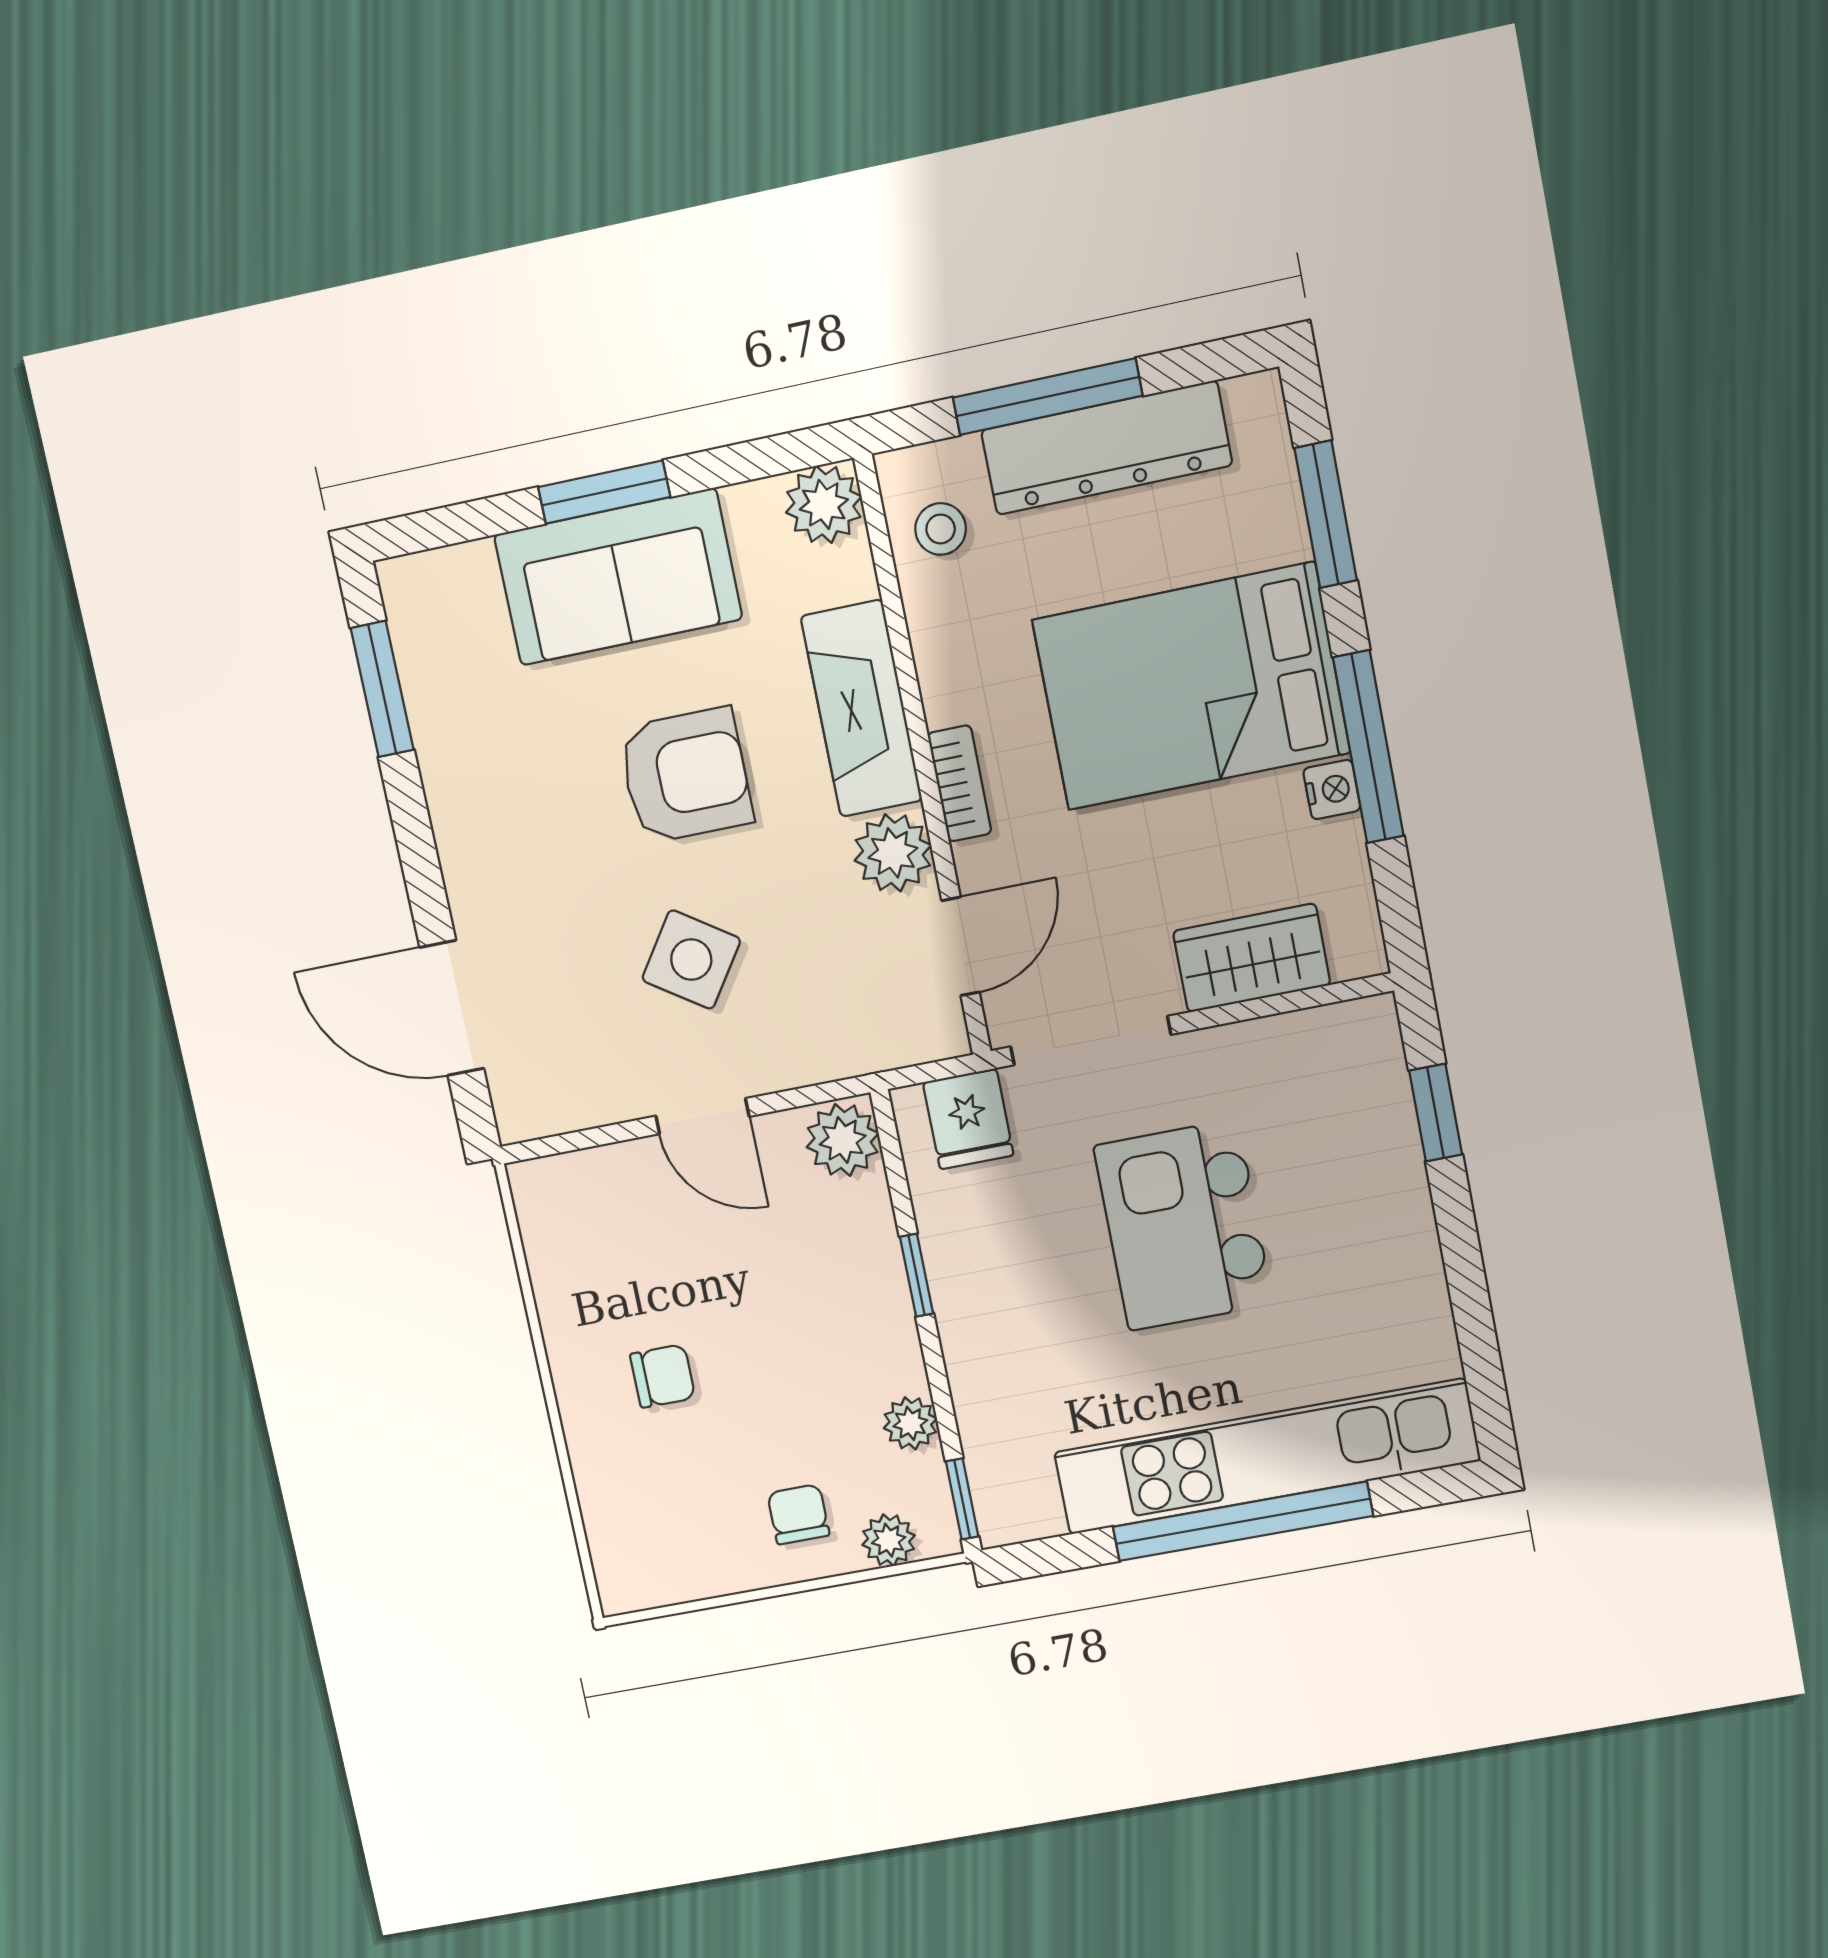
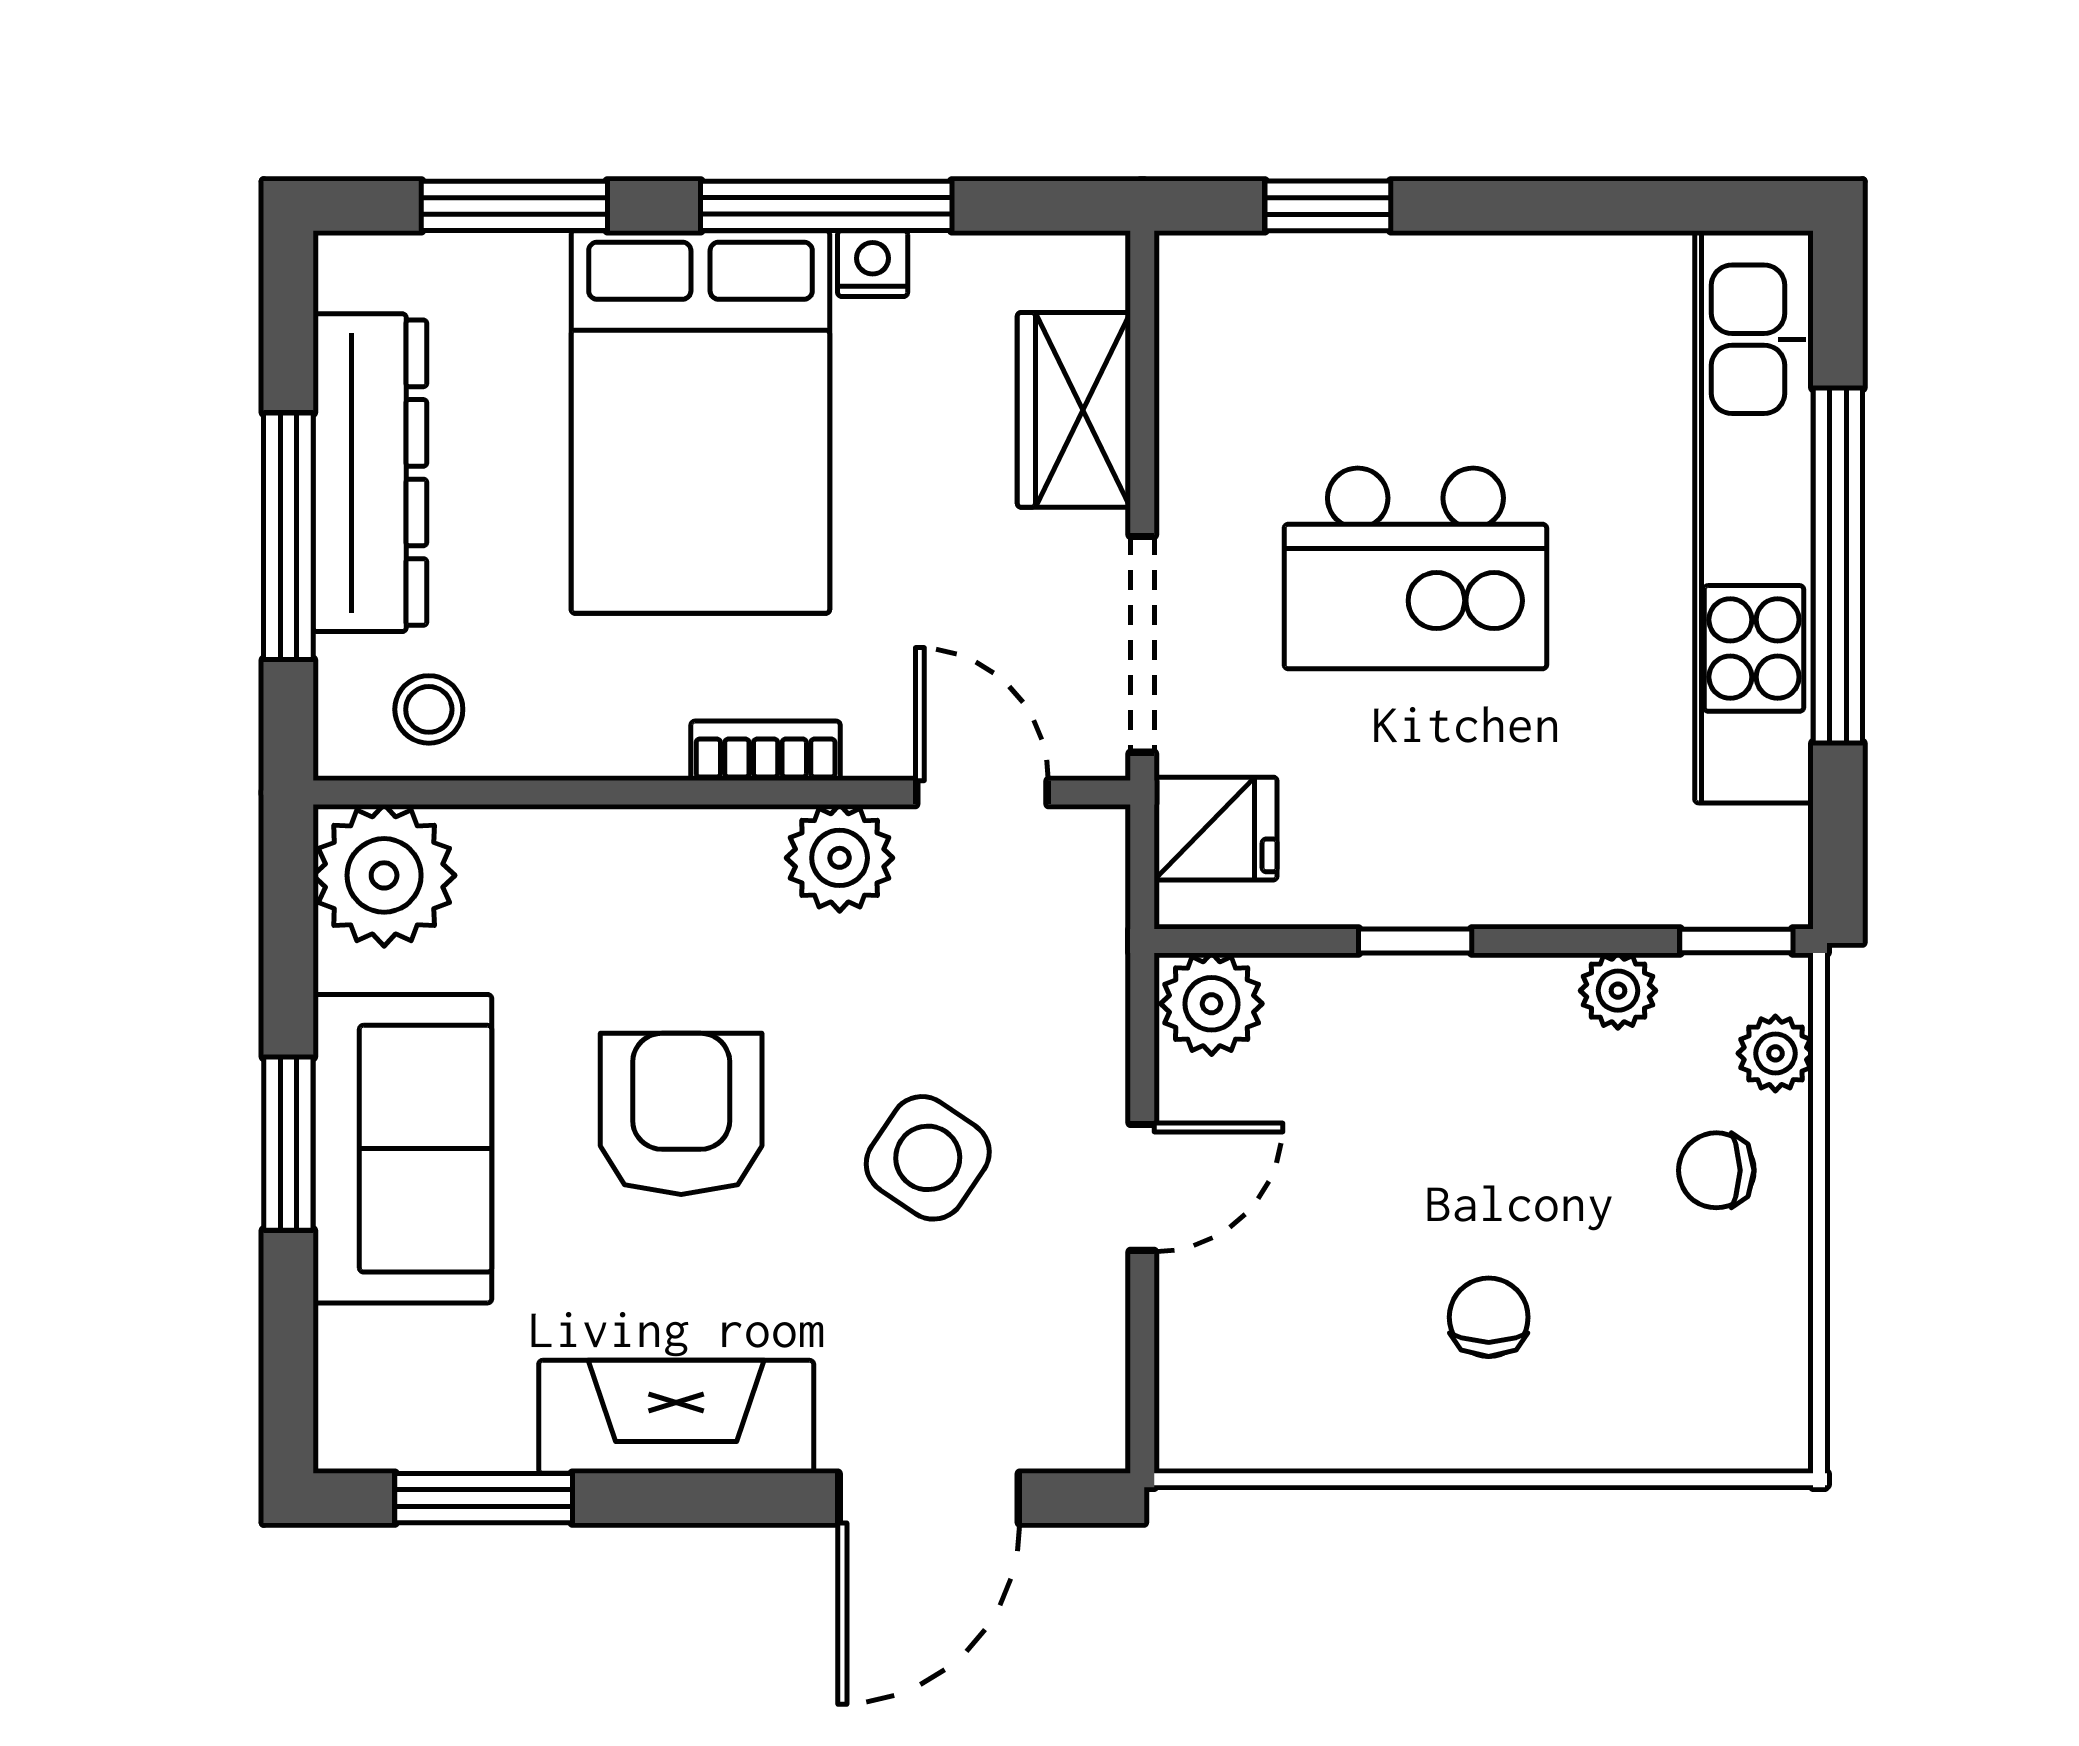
plant: (824, 504) -> (384, 875), width x1.36, depth x1.36
fireplace: (861, 708) -> (676, 1417), moved, turned 180

